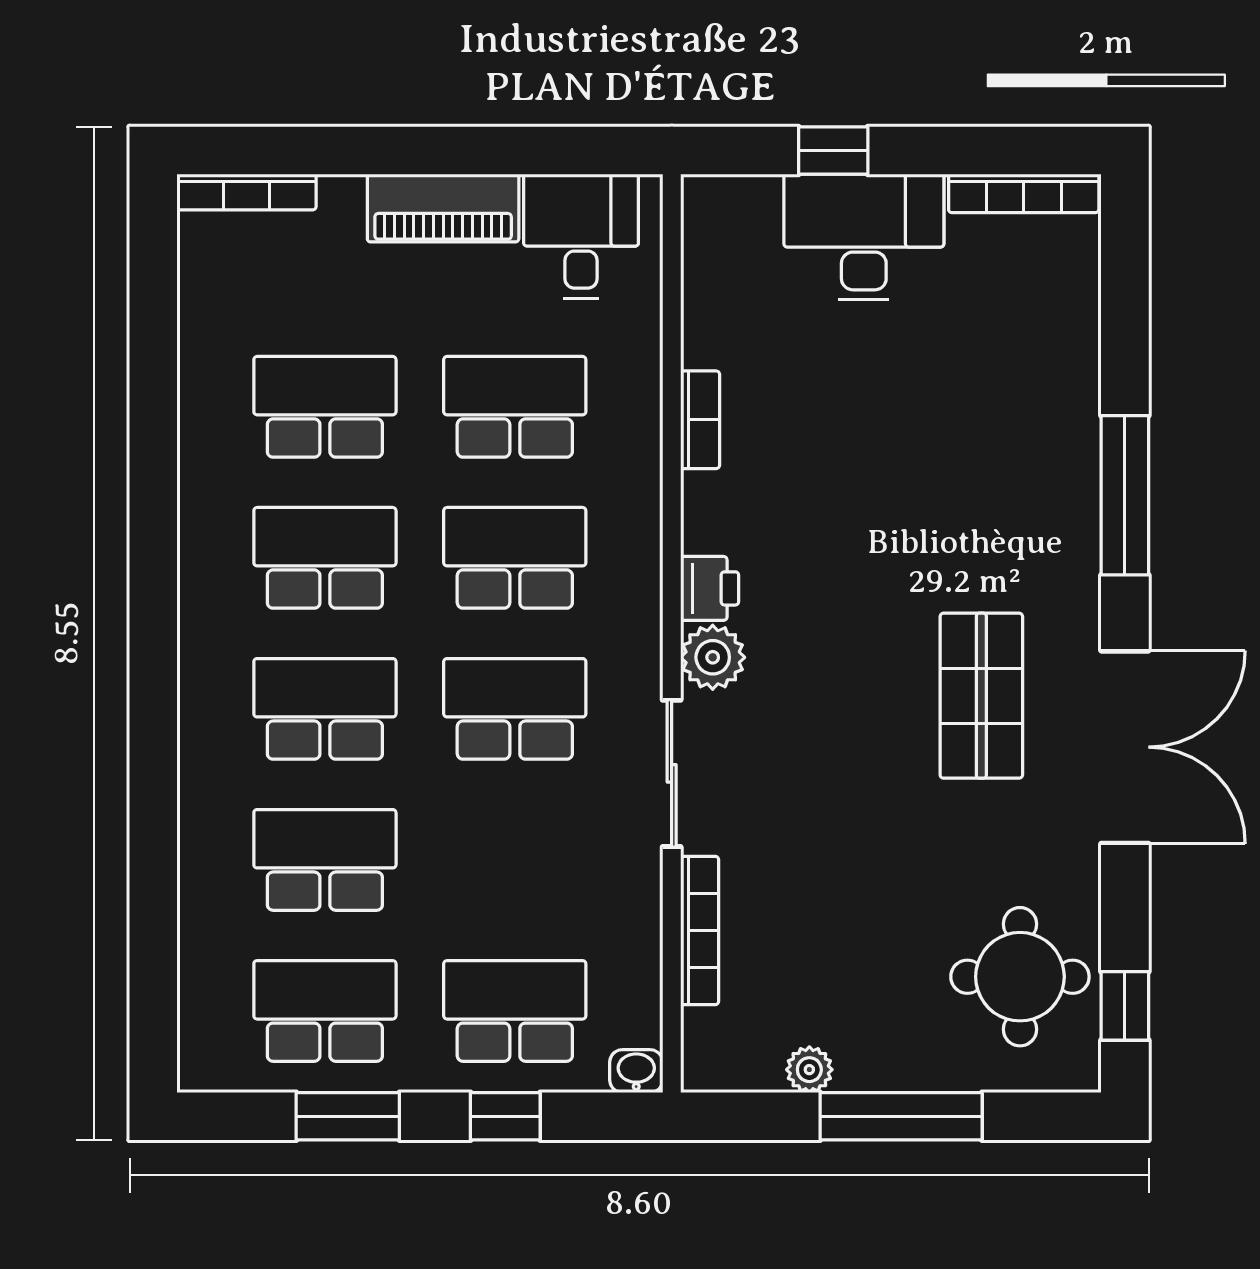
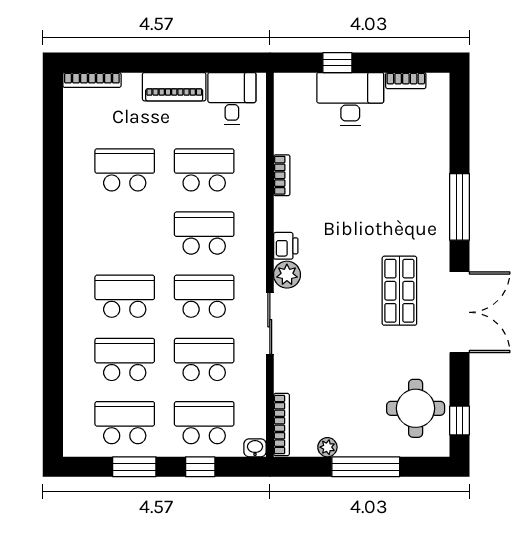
bookcase: (1024, 193) -> (406, 81), width x0.64
school desk: (325, 558) -> (204, 359), moved
bookcase: (700, 930) -> (281, 424), moved

